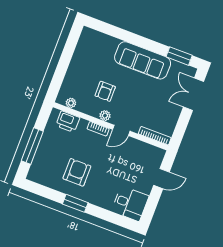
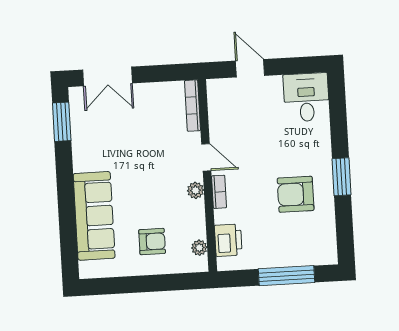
sofa: (143, 60) -> (94, 216), moved
armchair: (105, 91) -> (152, 242), moved

